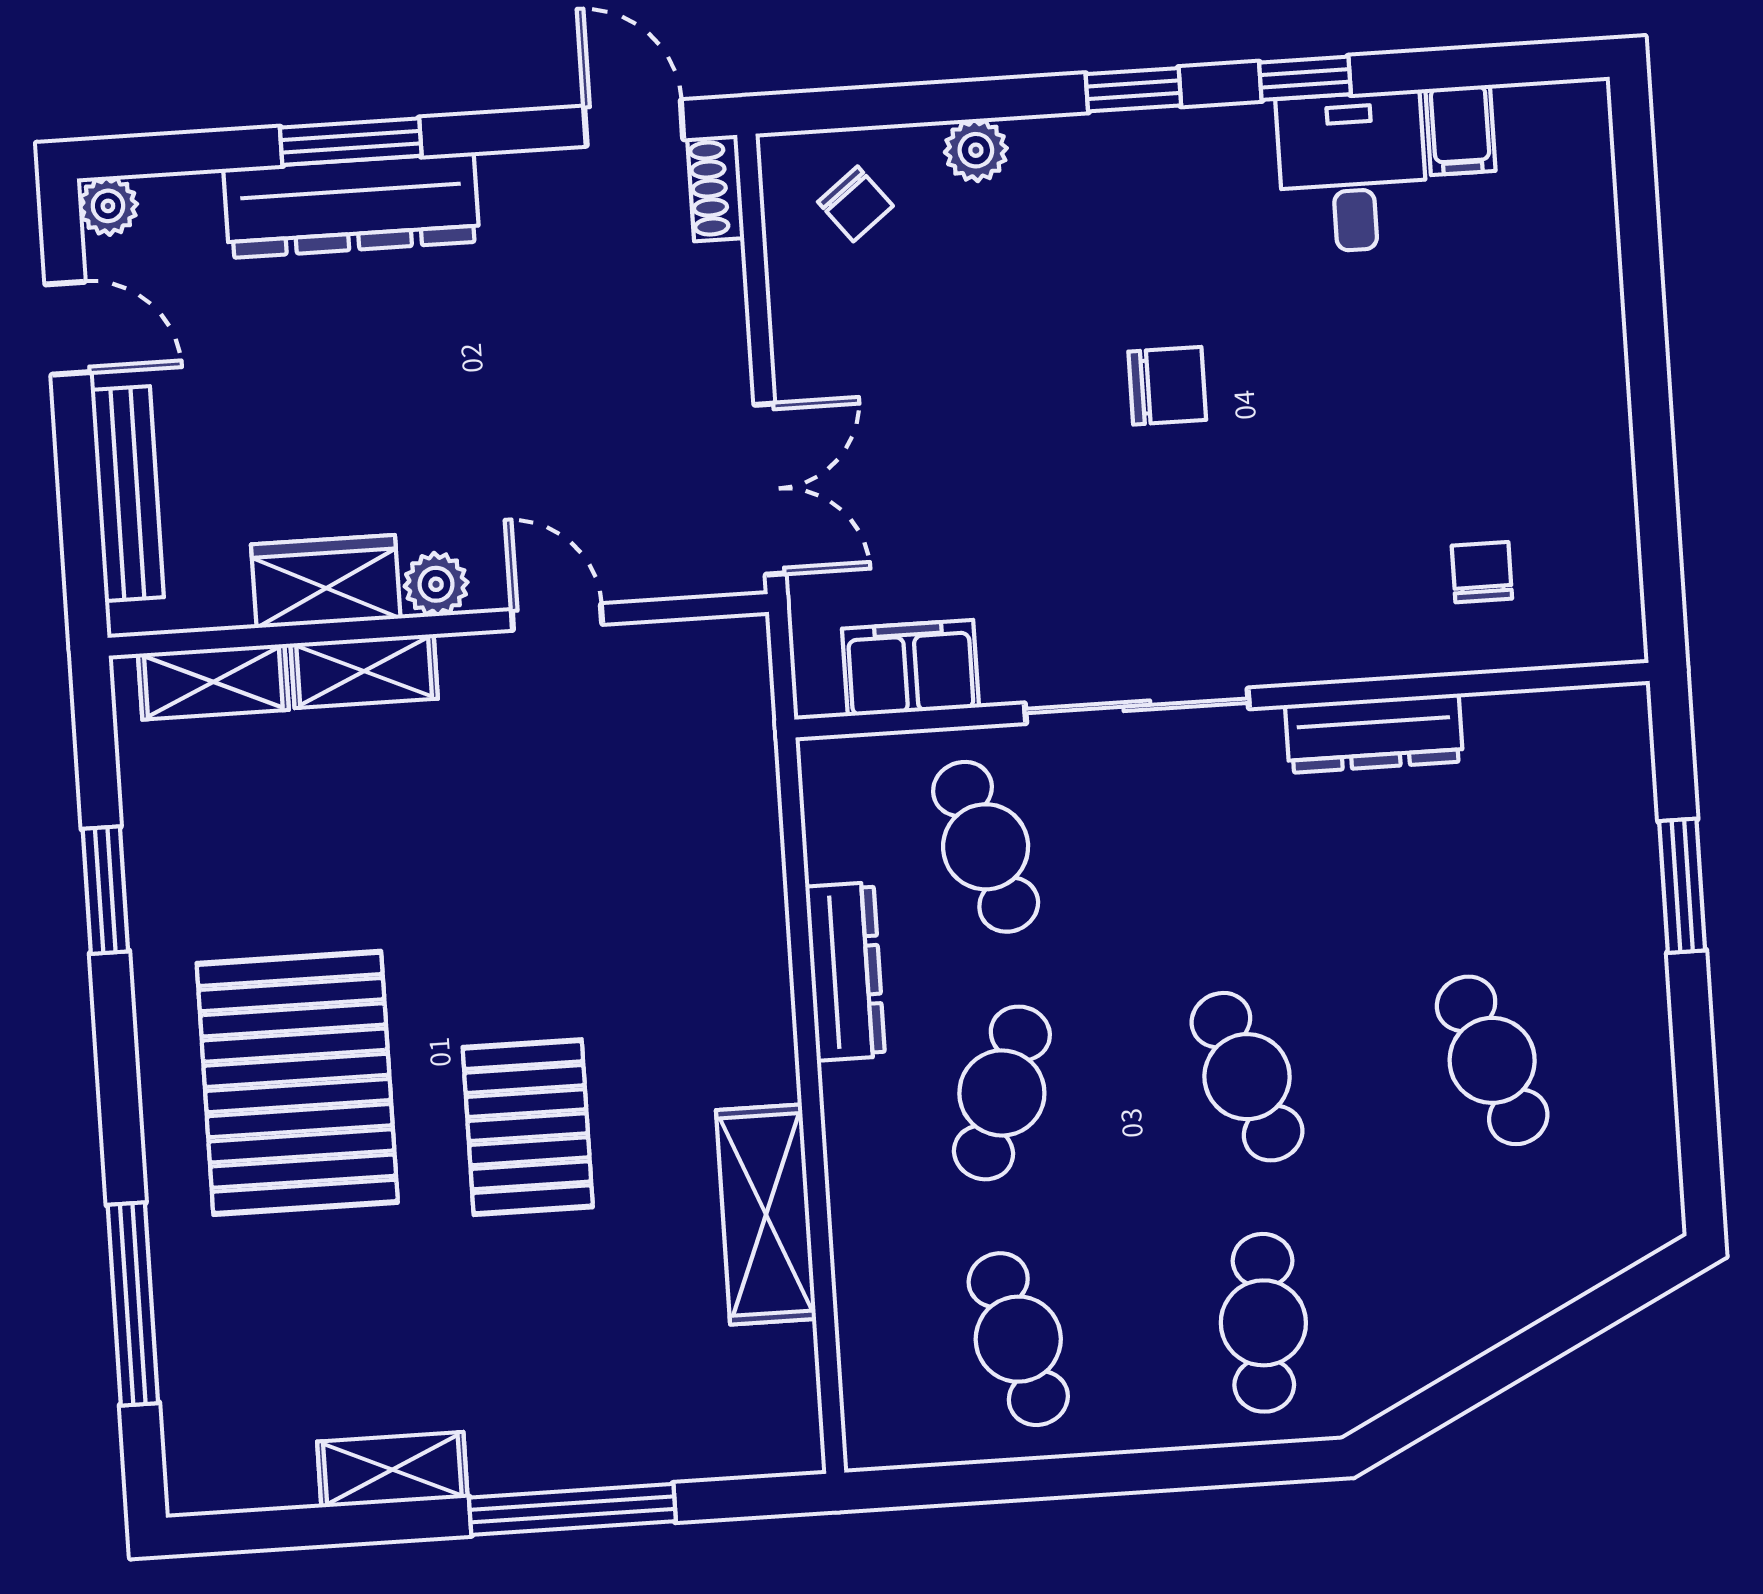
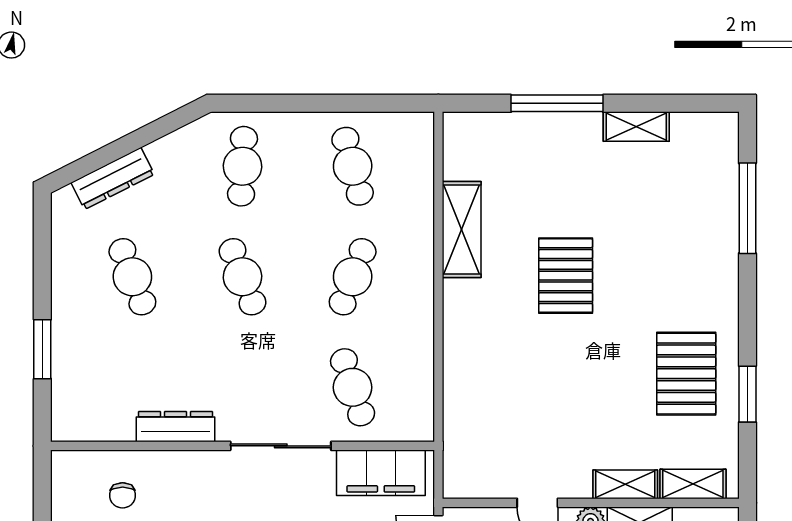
filing cabinet: (910, 668) -> (381, 473), width x1.50, depth x1.17
dresser: (845, 971) -> (113, 178), moved, turned -117
pallet: (297, 1083) -> (686, 374), moved, width x0.73, depth x0.71

